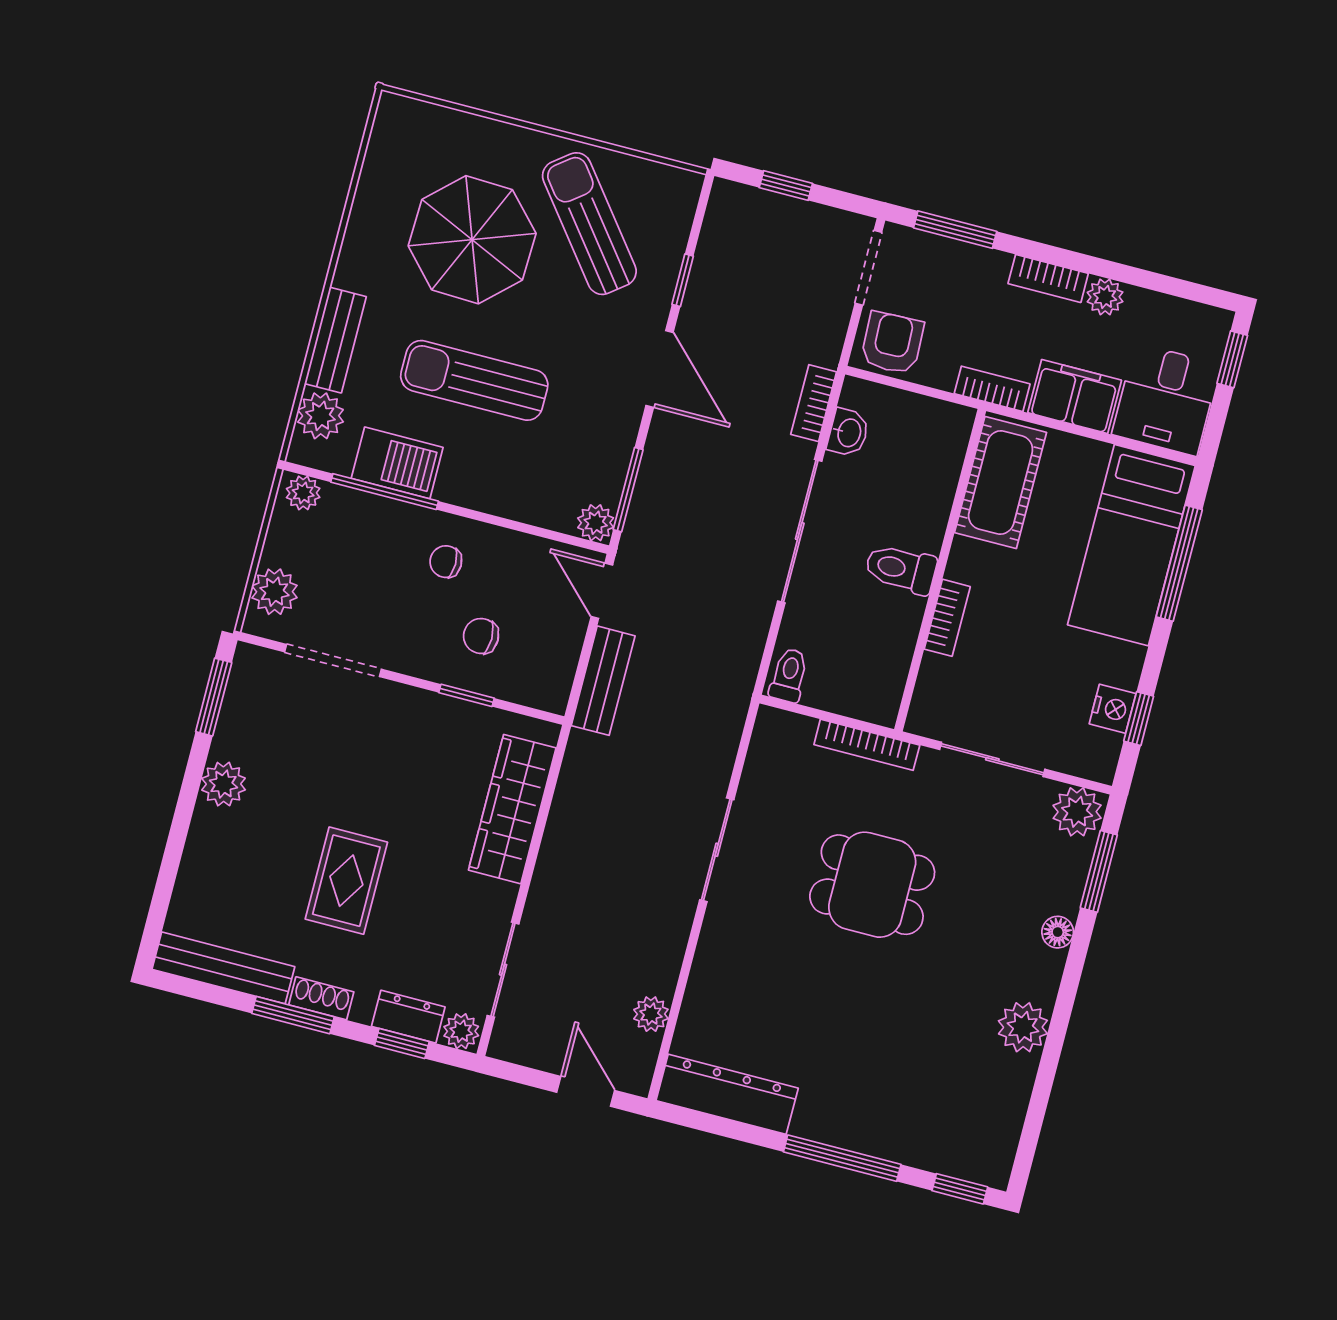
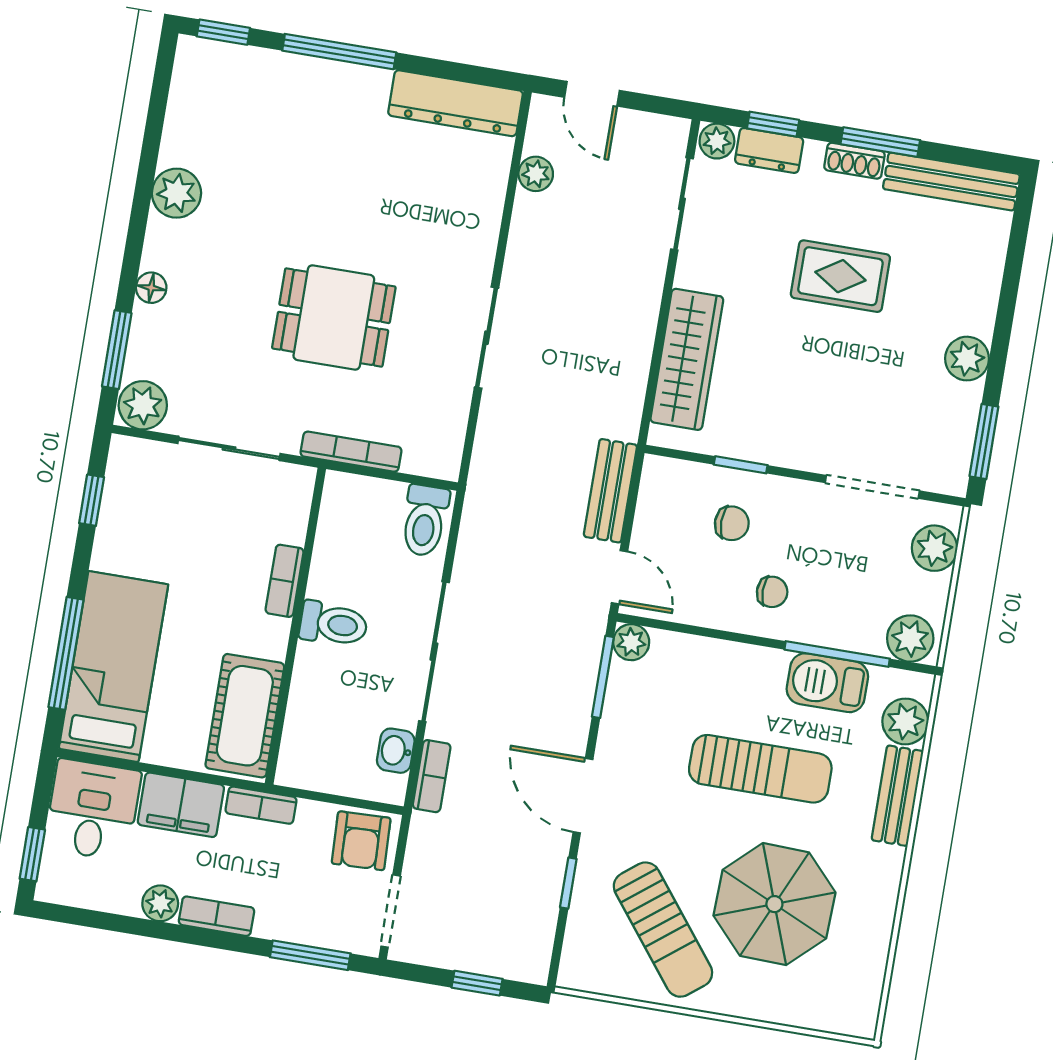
plant: (303, 493) -> (910, 638), width x1.38, depth x1.38
toilet: (789, 675) -> (425, 521), width x1.37, depth x1.39
nightstand: (1113, 709) -> (118, 508), removed
rug: (346, 881) -> (840, 276), turned 90

